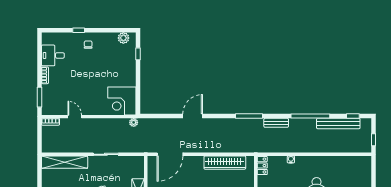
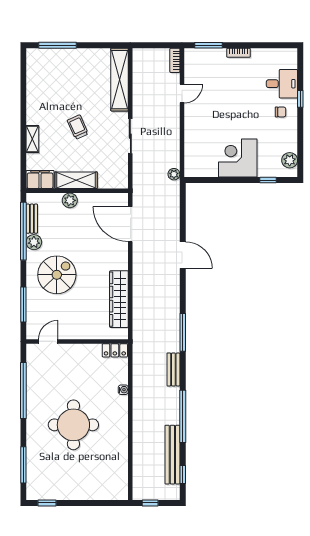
desk: (53, 55) -> (282, 84), moved, turned 90
corner desk: (122, 101) -> (238, 158), moved

